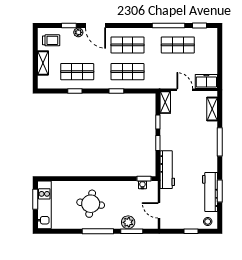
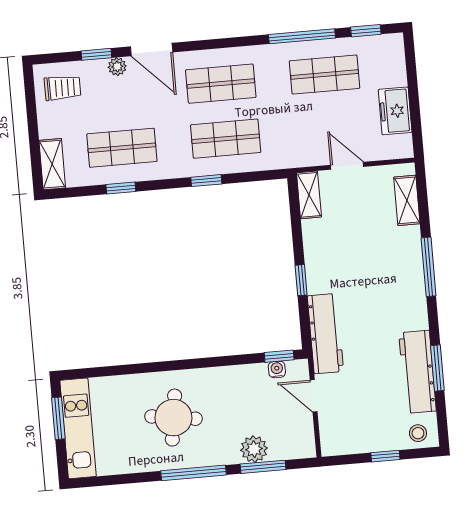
shelving: (43, 63) -> (52, 164), moved
freezer: (206, 81) -> (395, 111), moved, turned -90
window: (158, 122) -> (297, 237), removed
door: (159, 210) -> (314, 396), moved

